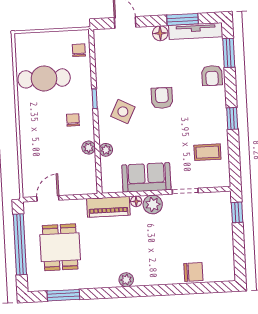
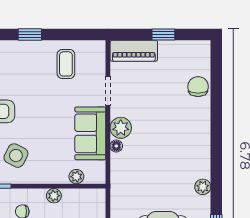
plant: (106, 150) -> (76, 177), moved
piano: (108, 207) -> (134, 51), moved, turned 90
window: (237, 212) -> (163, 35), moved
plant: (126, 280) -> (203, 187), moved

